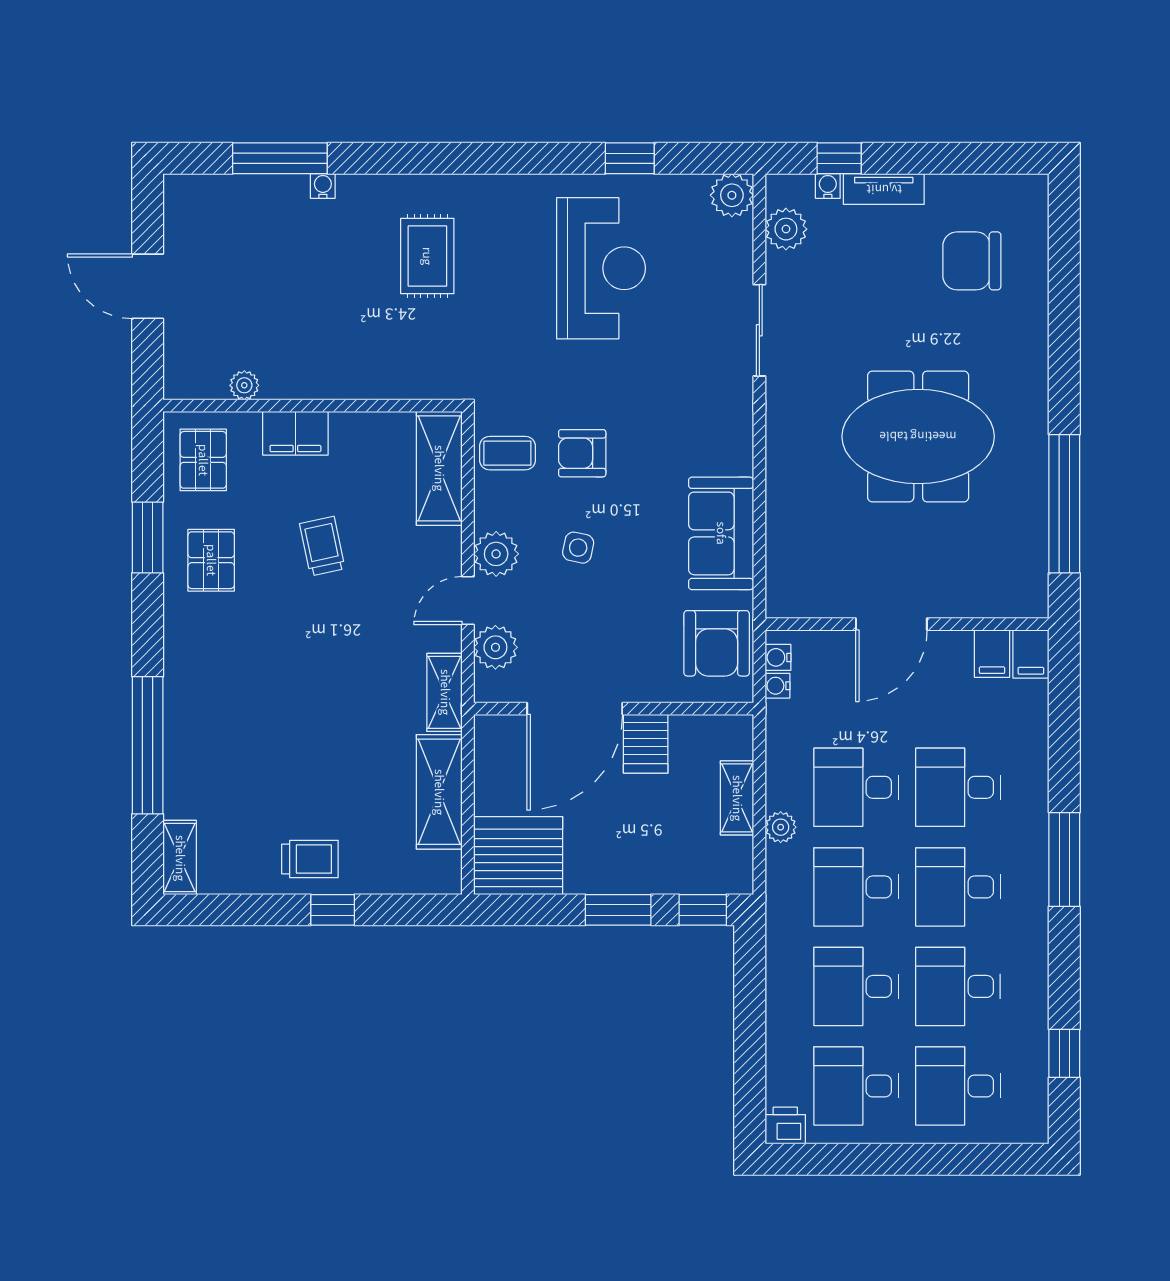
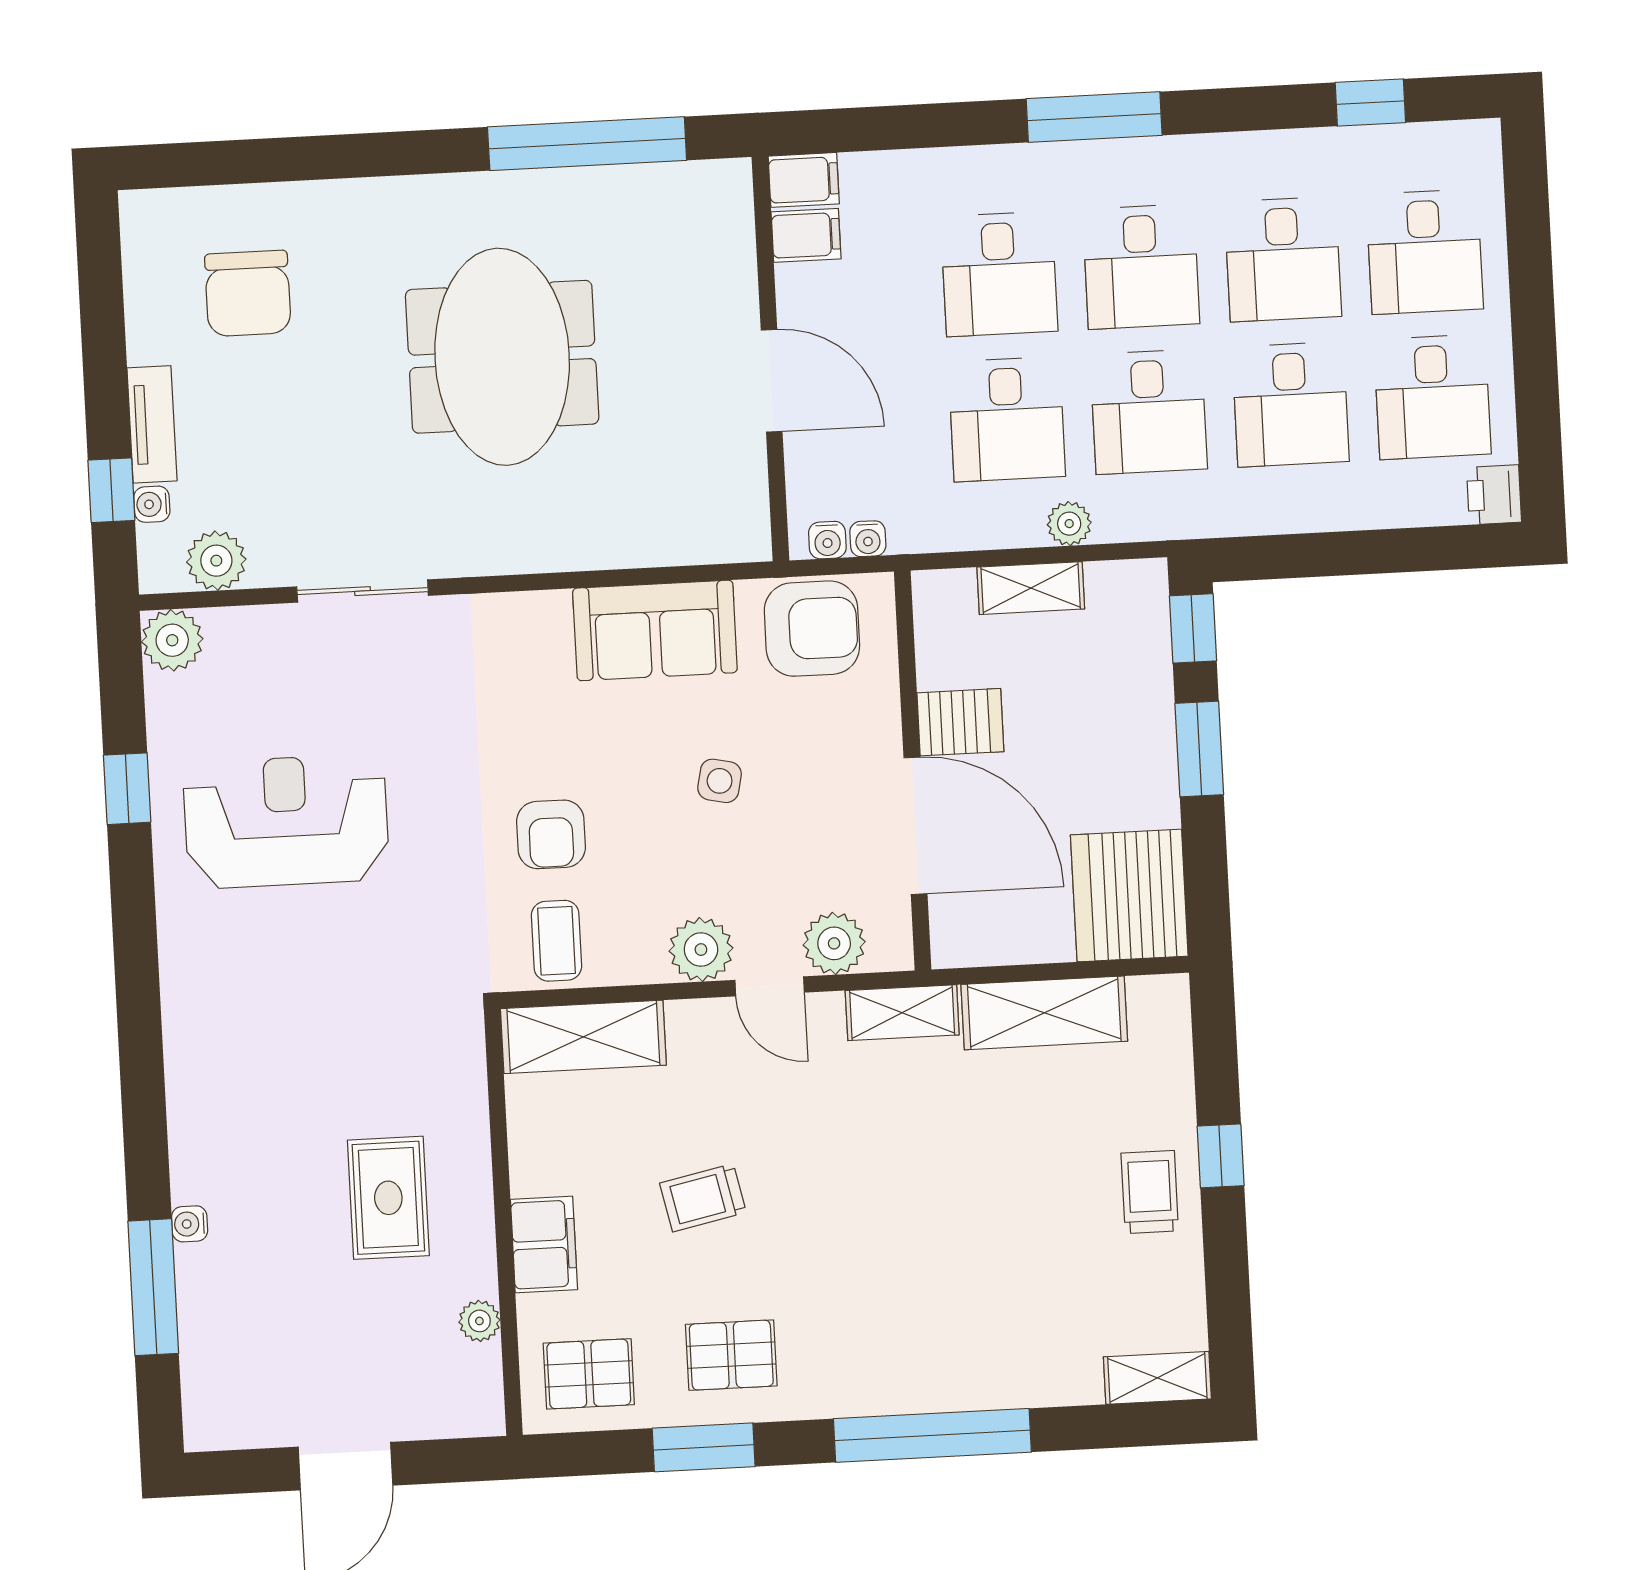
rug: (427, 256) -> (388, 1198), moved, turned 90
side table: (578, 548) -> (720, 781), moved
window: (148, 745) -> (932, 1435), moved

